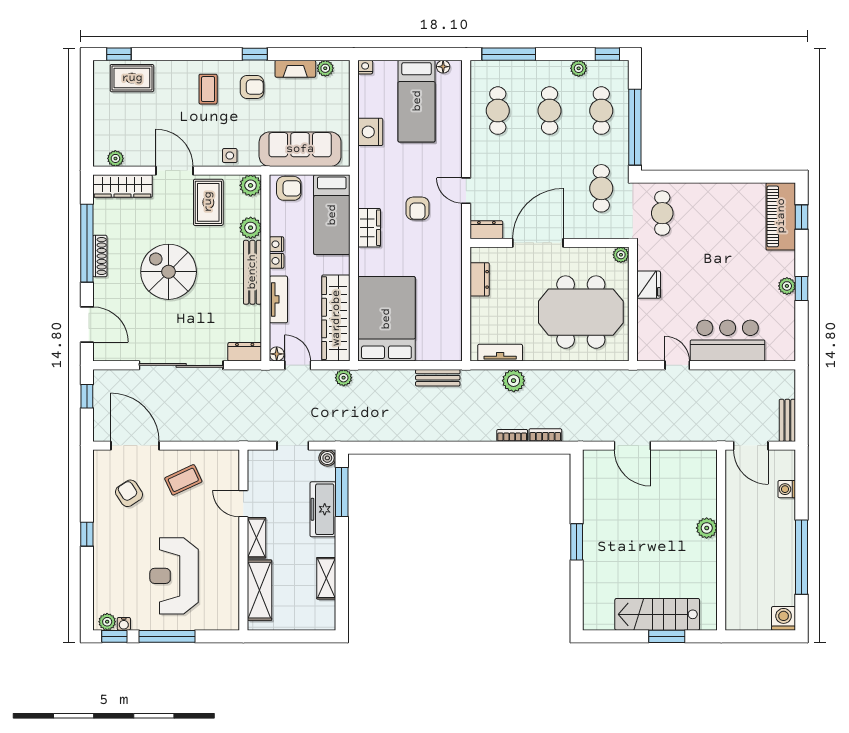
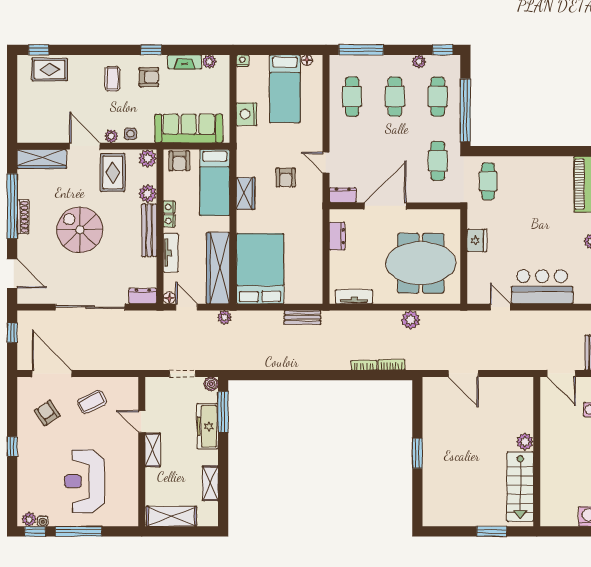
plant: (115, 158) -> (111, 136), moved
armchair: (289, 188) -> (179, 161), turned 90
plant: (621, 255) -> (454, 216), removed
plant: (514, 381) -> (411, 320), moved
shelving: (260, 590) -> (171, 516), moved, turned 90
stairs: (657, 614) -> (520, 487), moved, turned -90

